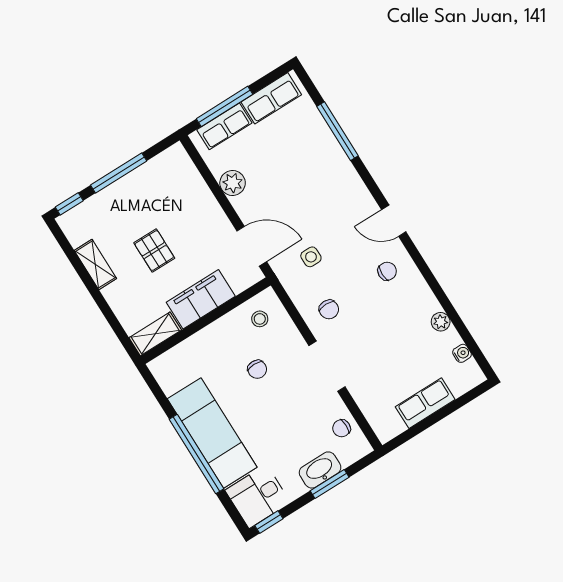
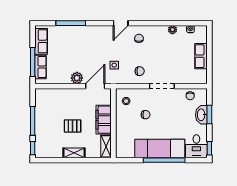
plant: (233, 183) -> (77, 78), moved
shelving: (95, 264) -> (74, 153), moved

